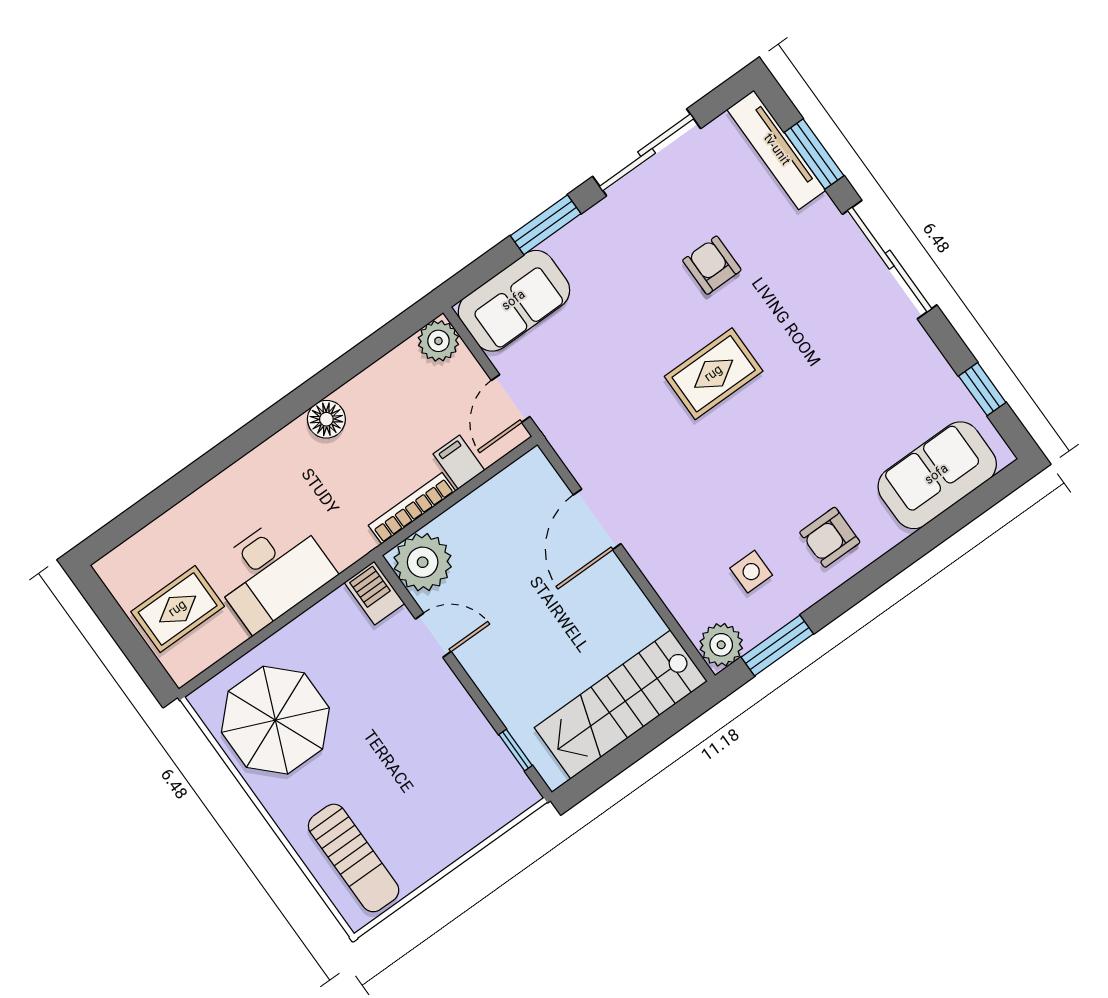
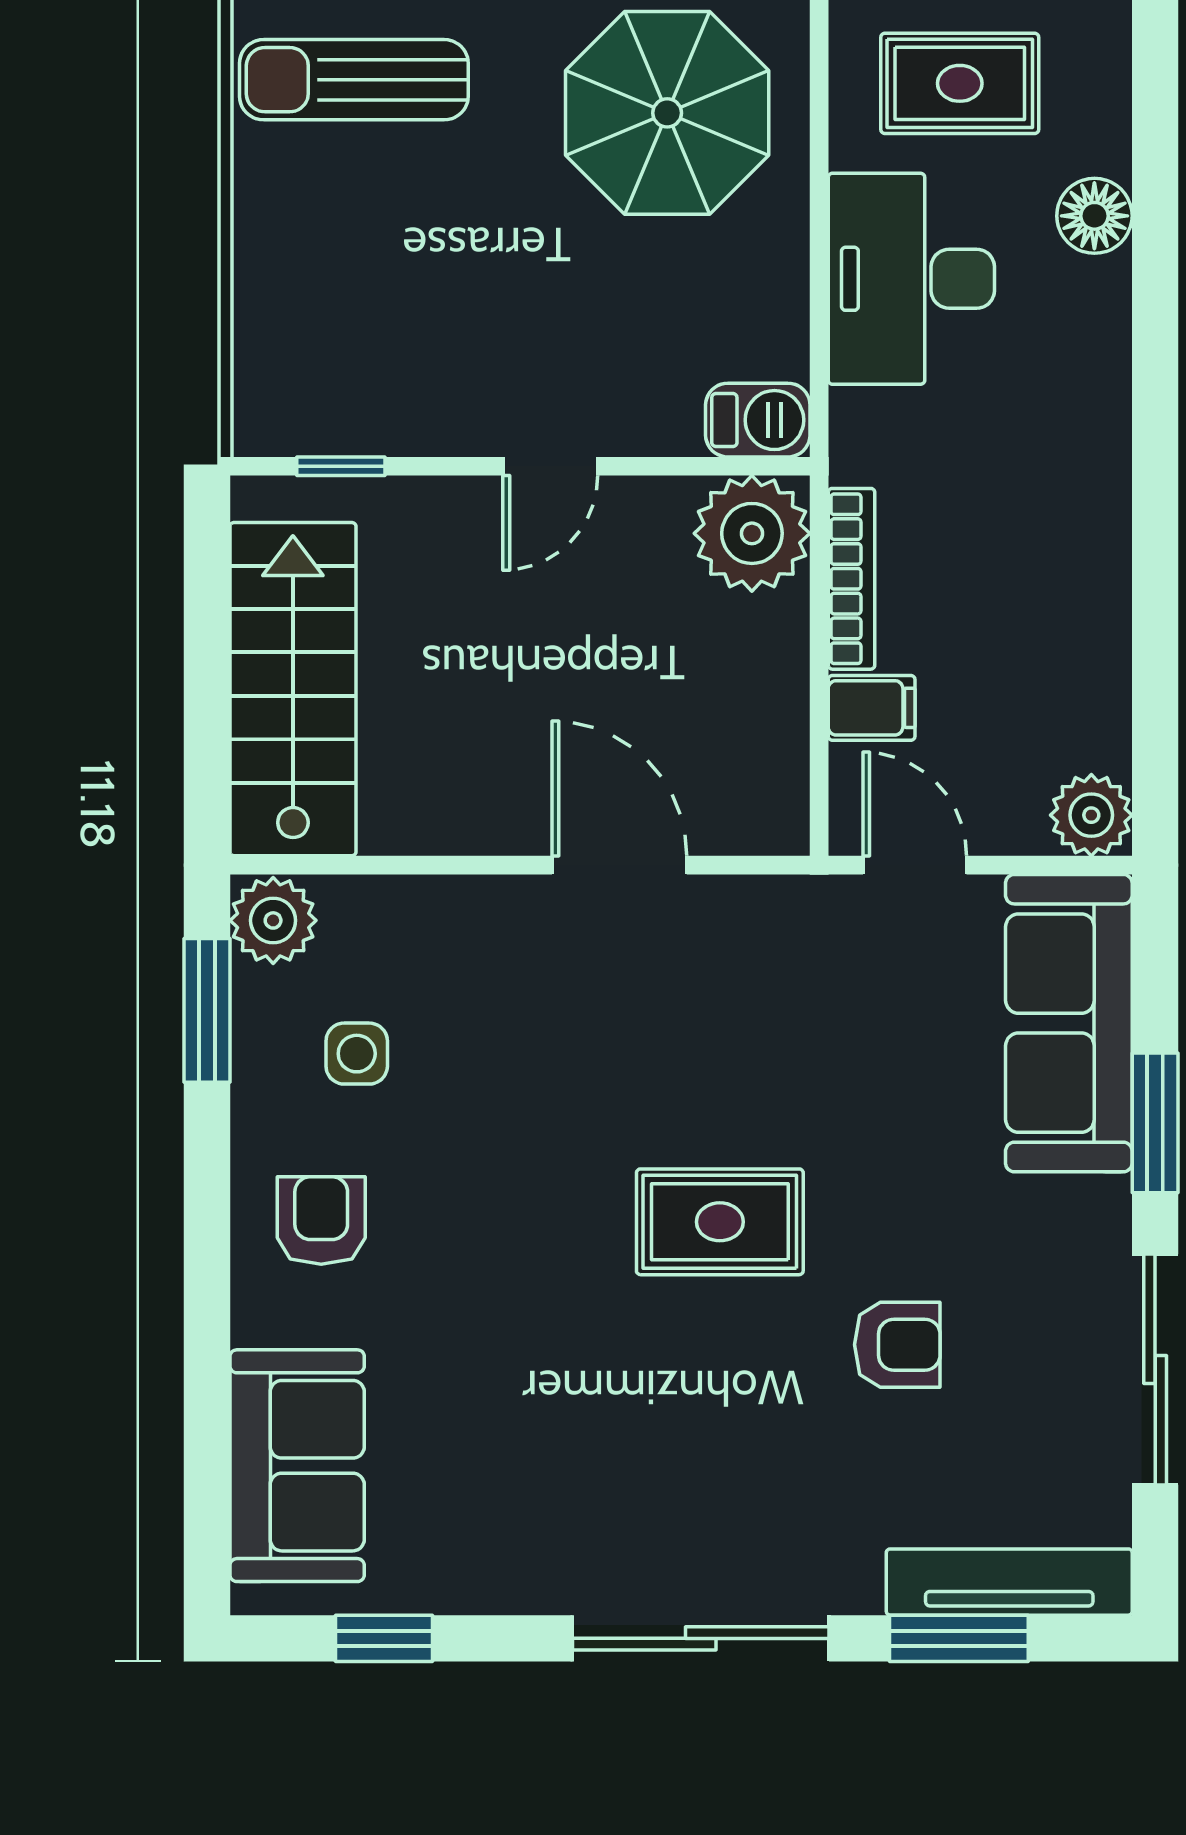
sofa: (514, 301) -> (1069, 1023), width x1.36
rug: (714, 374) -> (720, 1222), turned 90
floor lamp: (326, 419) -> (1094, 216), moved
rug: (178, 609) -> (960, 83), turned 90
door: (433, 635) -> (550, 466), moved

